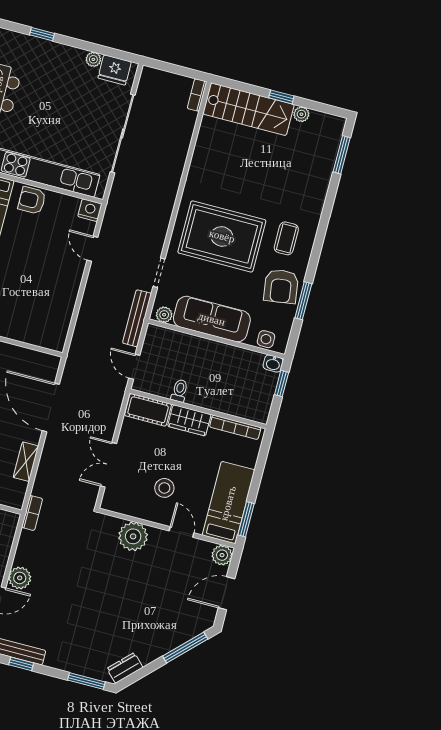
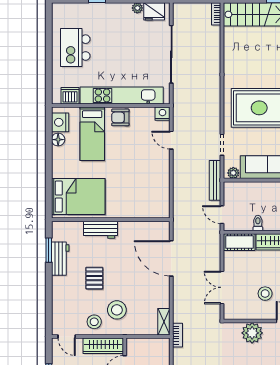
shelving: (26, 462) -> (164, 322), moved

